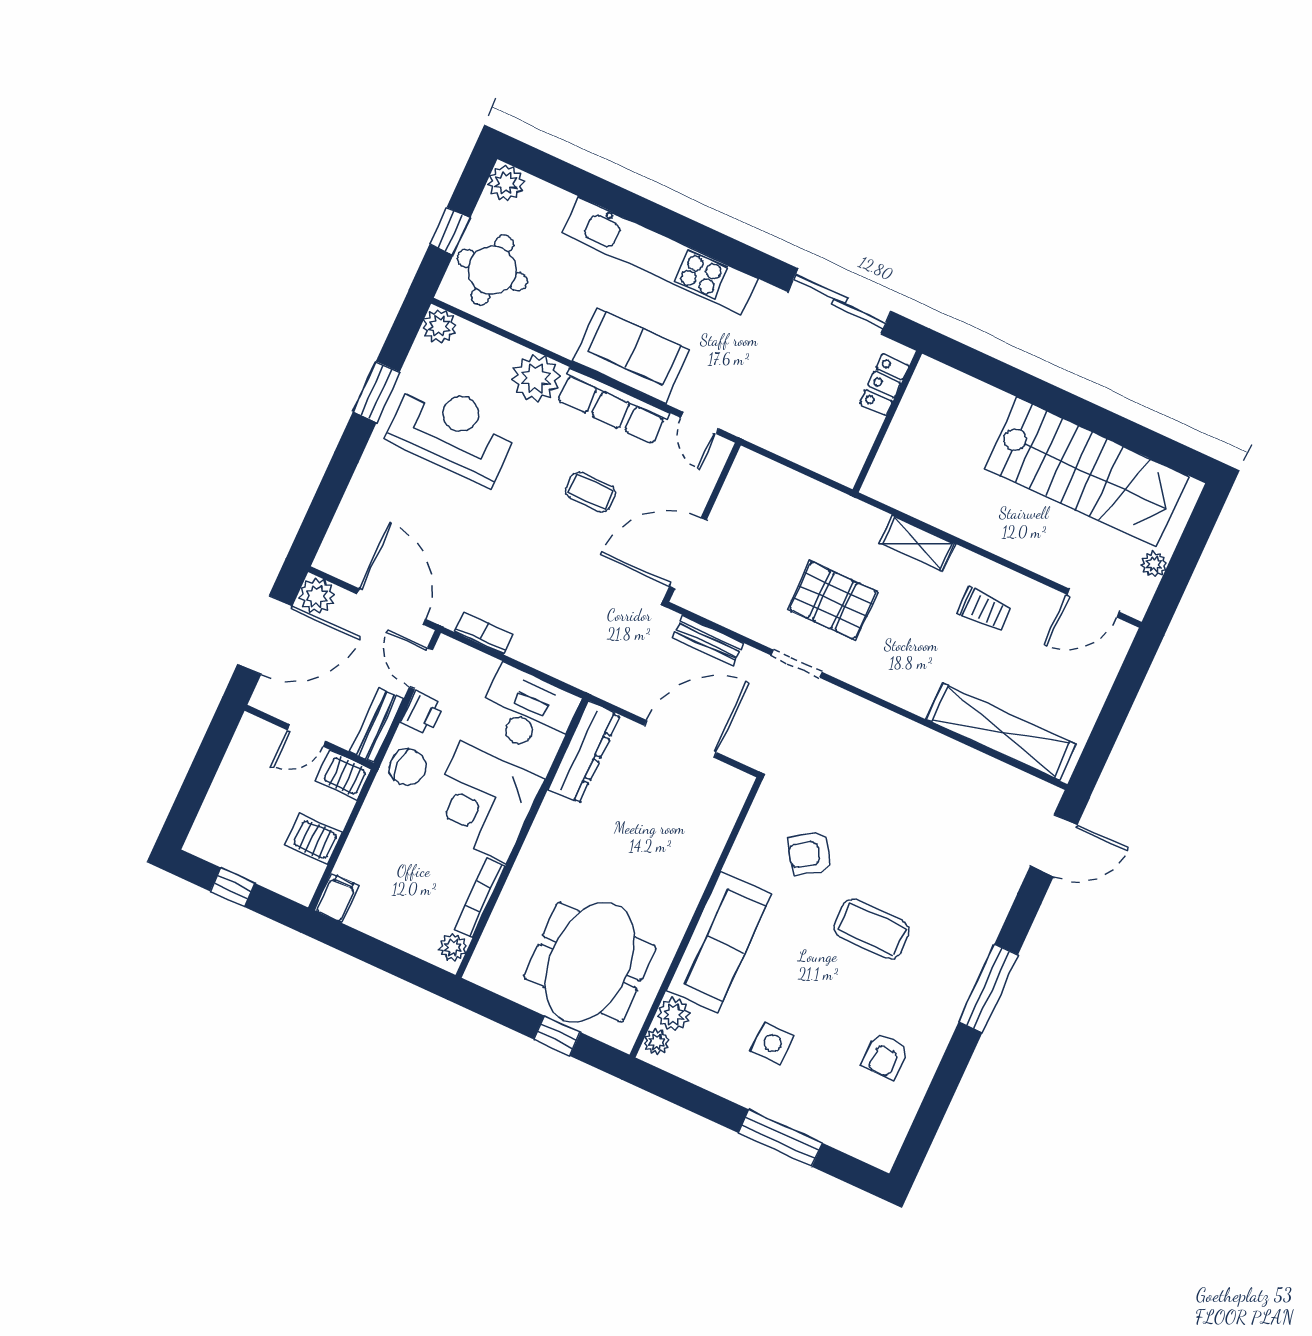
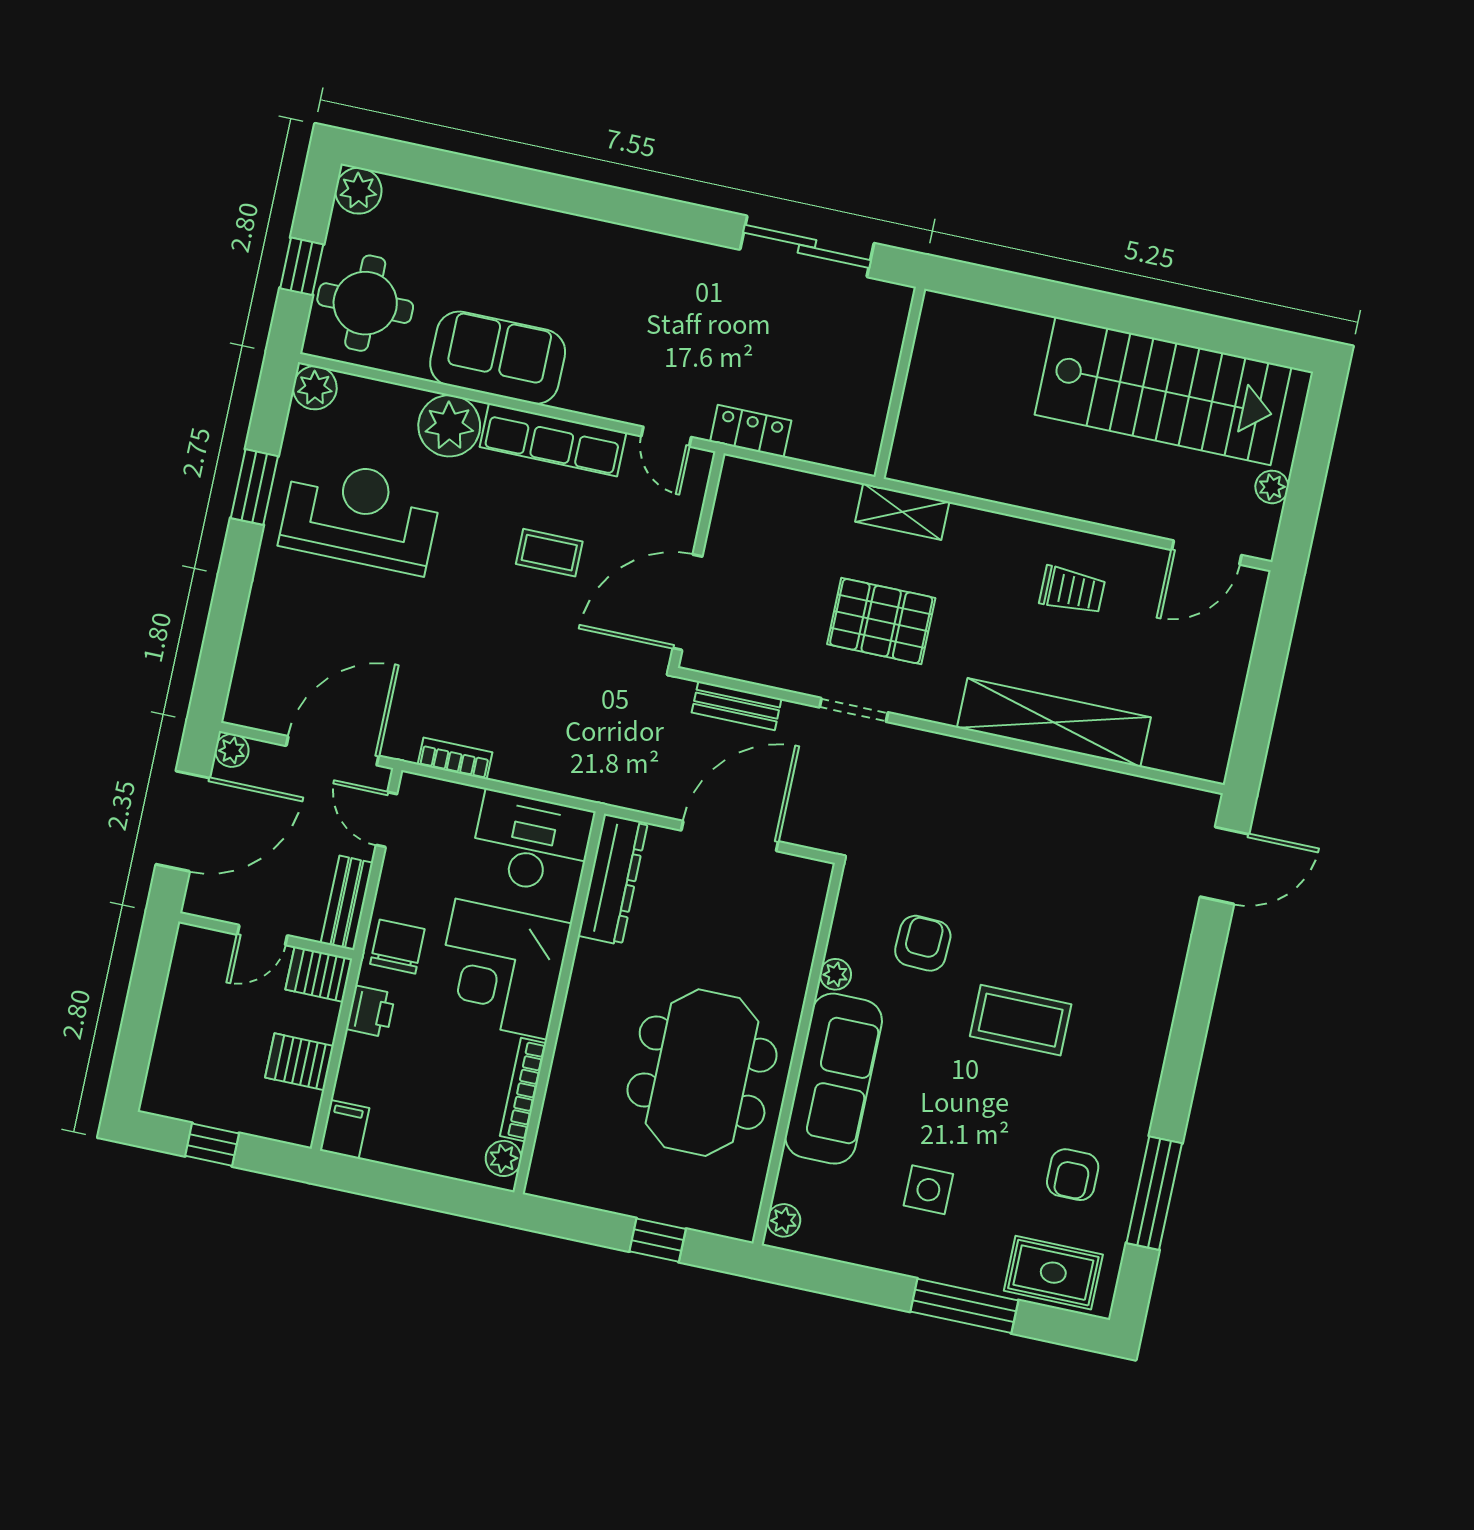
kitchen unit: (660, 256) -> (570, 239), removed
sofa: (631, 356) -> (498, 358), moved
locker: (884, 385) -> (751, 431), moved, turned 90
shelving: (917, 543) -> (902, 512), moved
plant: (317, 596) -> (232, 750), width x0.73, depth x0.73
door: (391, 607) -> (332, 751), hinge flipped
printer: (422, 712) -> (371, 1011), moved
shelving: (1001, 732) -> (1054, 722), moved
chair: (408, 767) -> (397, 947), turned -90
armchair: (810, 854) -> (923, 943), turned 125
meeting table: (590, 962) -> (702, 1073), moved
window: (988, 988) -> (1154, 1193), moved
plant: (673, 1014) -> (835, 974), moved, width x0.73, depth x0.73
rug: (854, 1128) -> (1053, 1273), added

